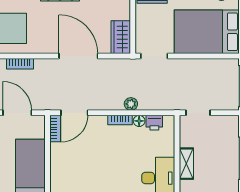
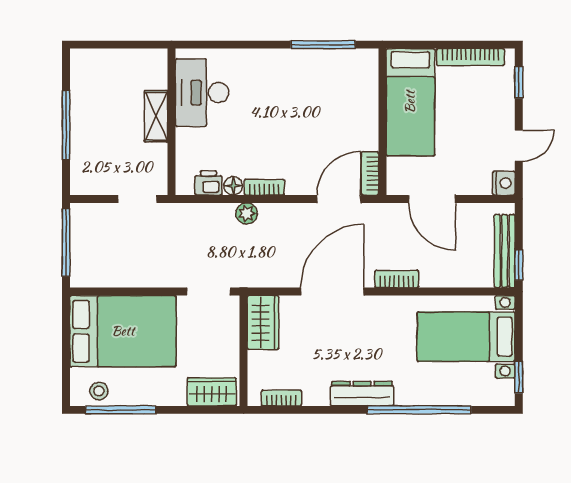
door: (78, 56) -> (332, 292), swing flipped
bookcase: (20, 64) -> (397, 279), moved

